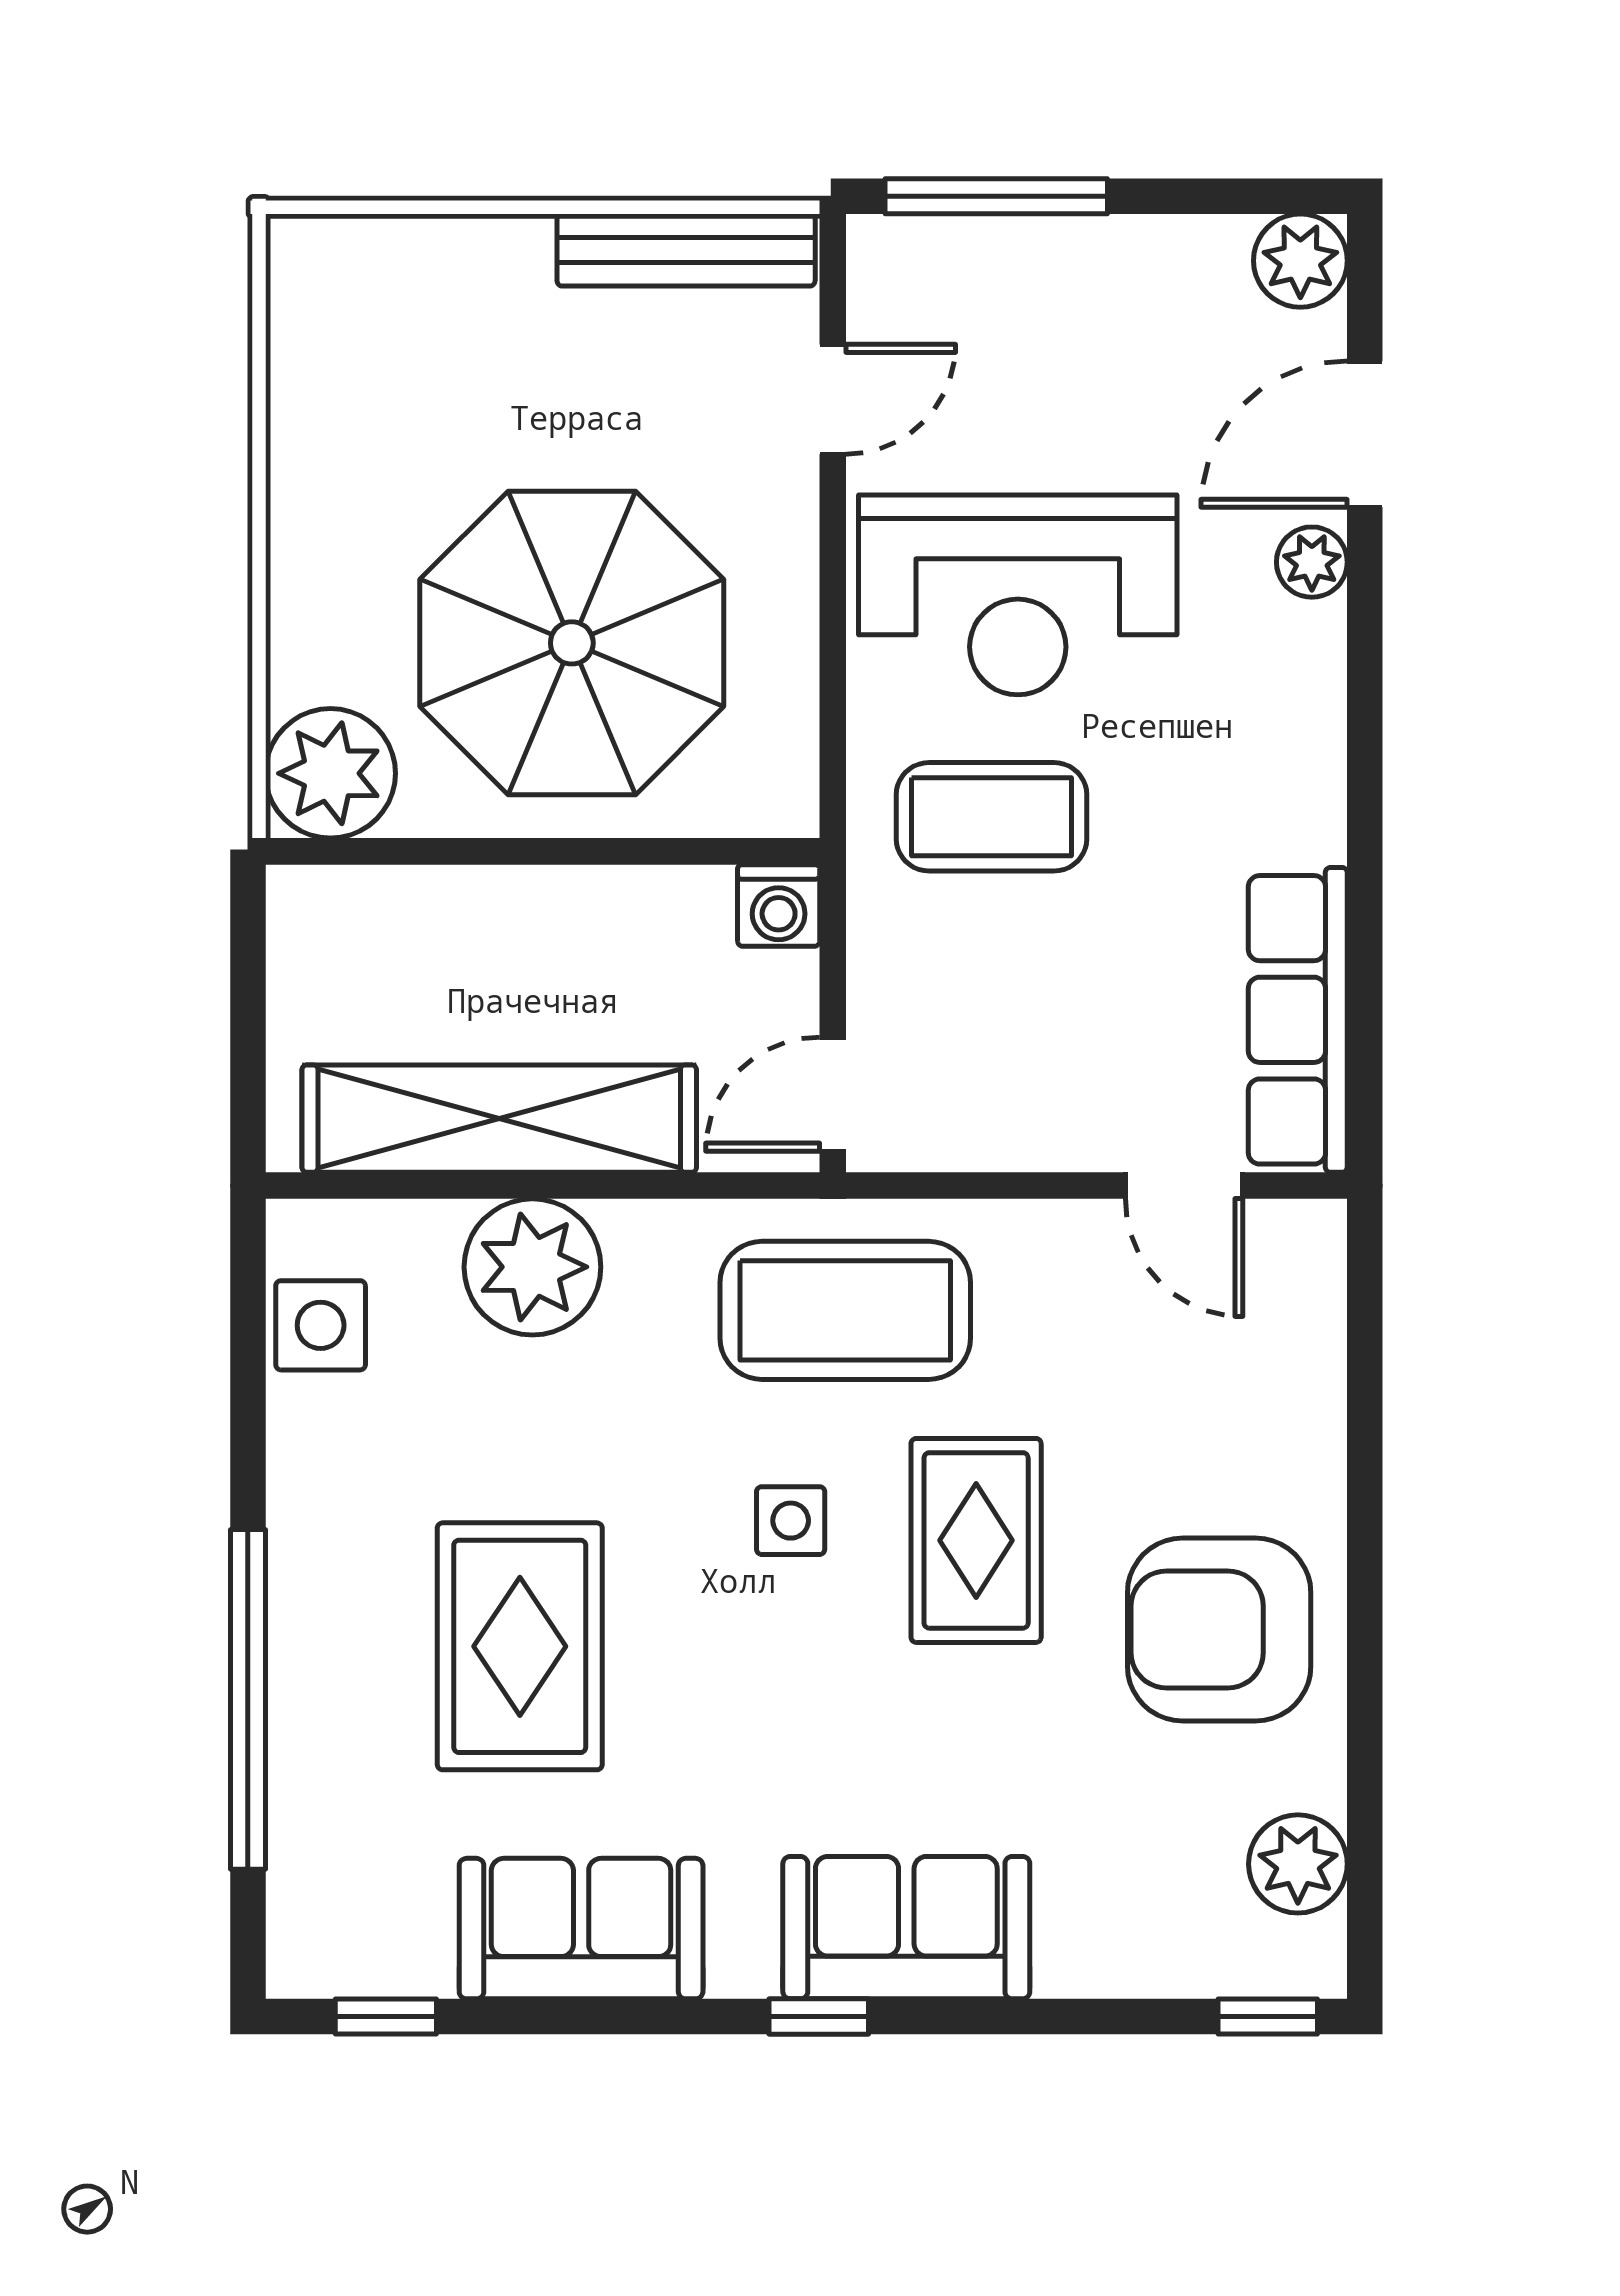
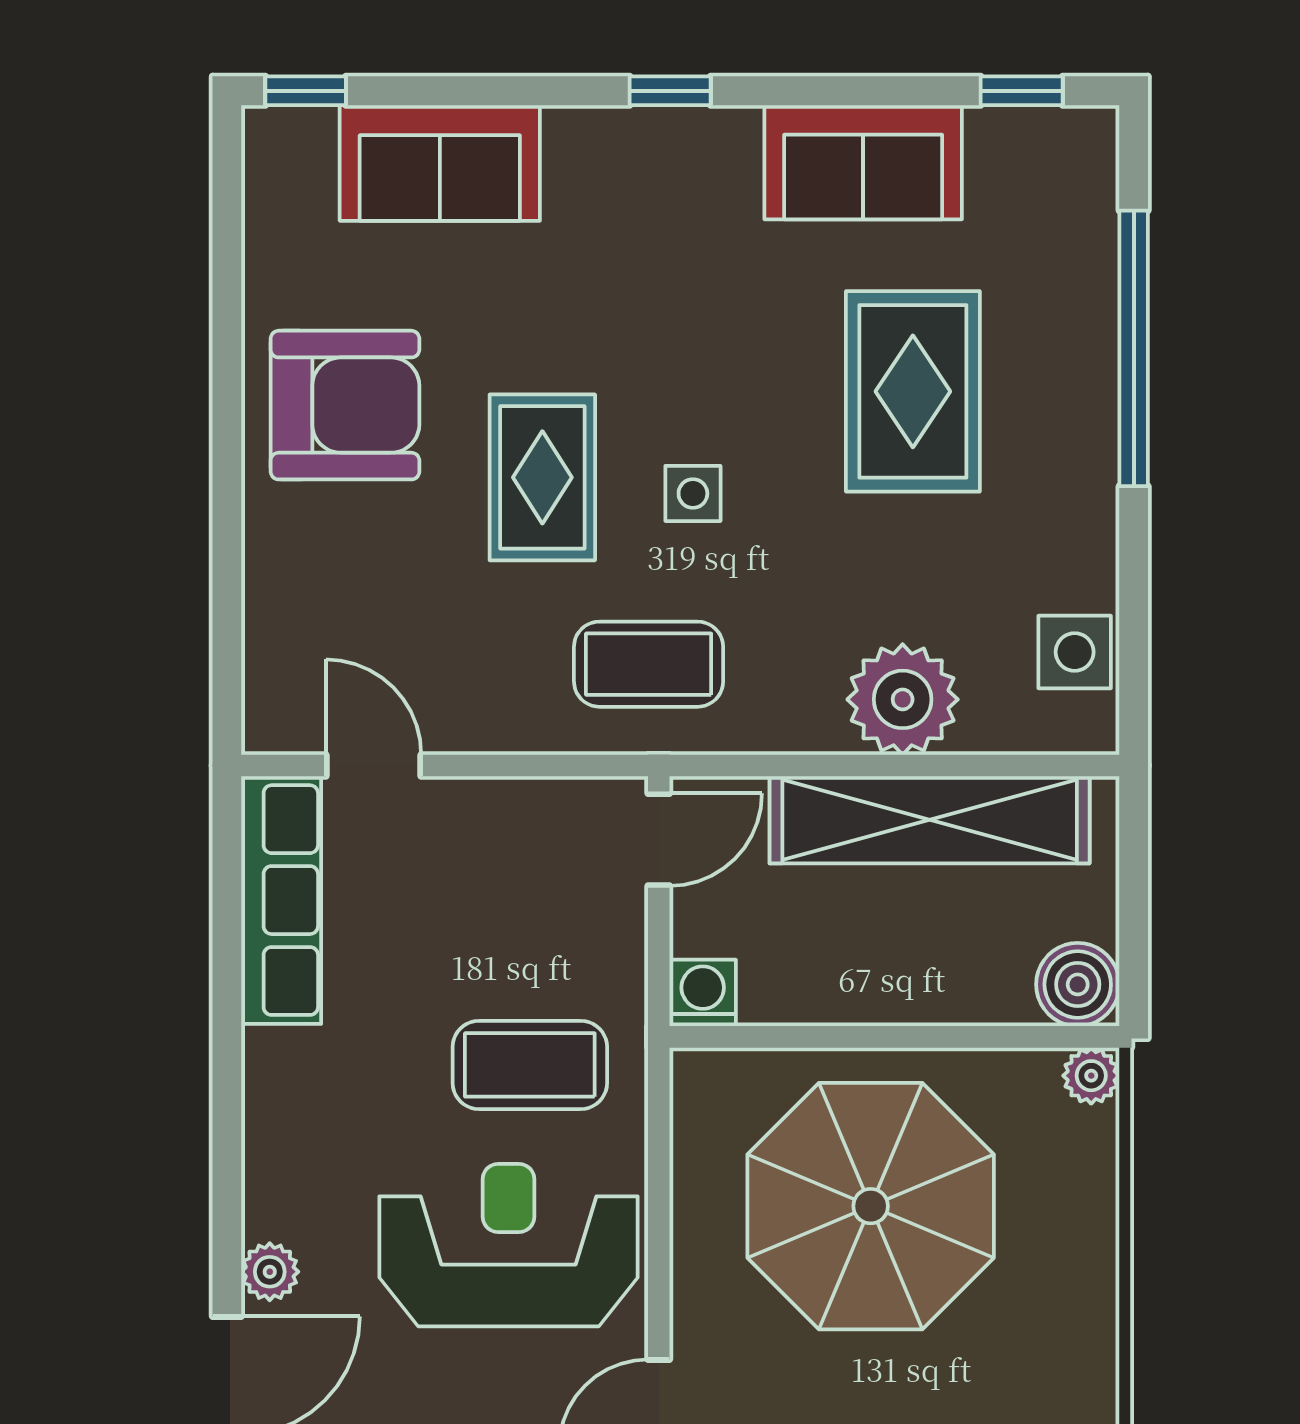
plant: (330, 773) -> (1091, 1076), width x0.53, depth x0.53
boiler: (317, 916) -> (1078, 984), added
coffee table: (845, 1310) -> (649, 664), width x0.73, depth x0.76
plant: (1298, 1864) -> (281, 215), removed
sofa: (906, 1928) -> (440, 163), moved

